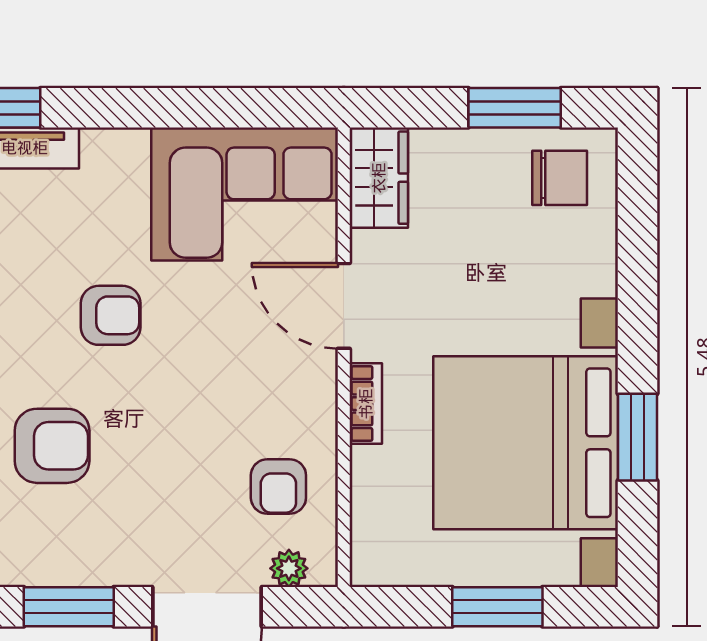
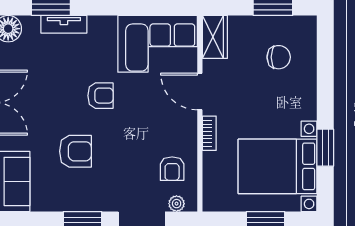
chair: (560, 178) -> (279, 57), moved
bed with nightstands: (526, 443) -> (278, 166), width x0.73

